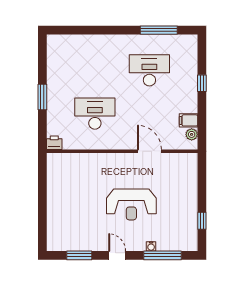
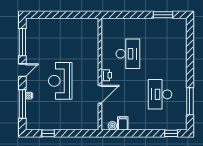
desk: (149, 70) -> (160, 94), turned 180
window: (202, 83) -> (171, 133), moved
window: (42, 97) -> (163, 15), moved
printer: (54, 143) -> (106, 75), moved
window: (79, 255) -> (22, 42), width x1.44

